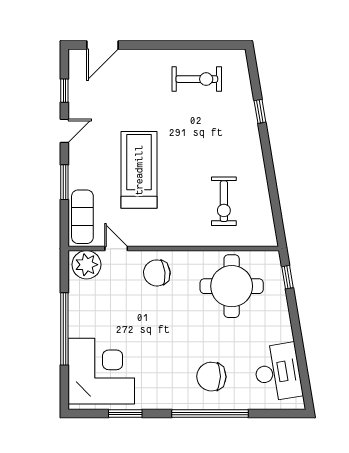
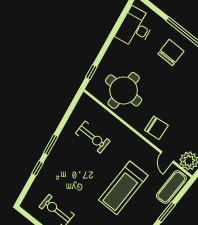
window: (267, 152) -> (51, 145), added
exercise bike: (224, 201) -> (93, 137), turned 90
chair: (211, 377) -> (171, 53), turned -91

